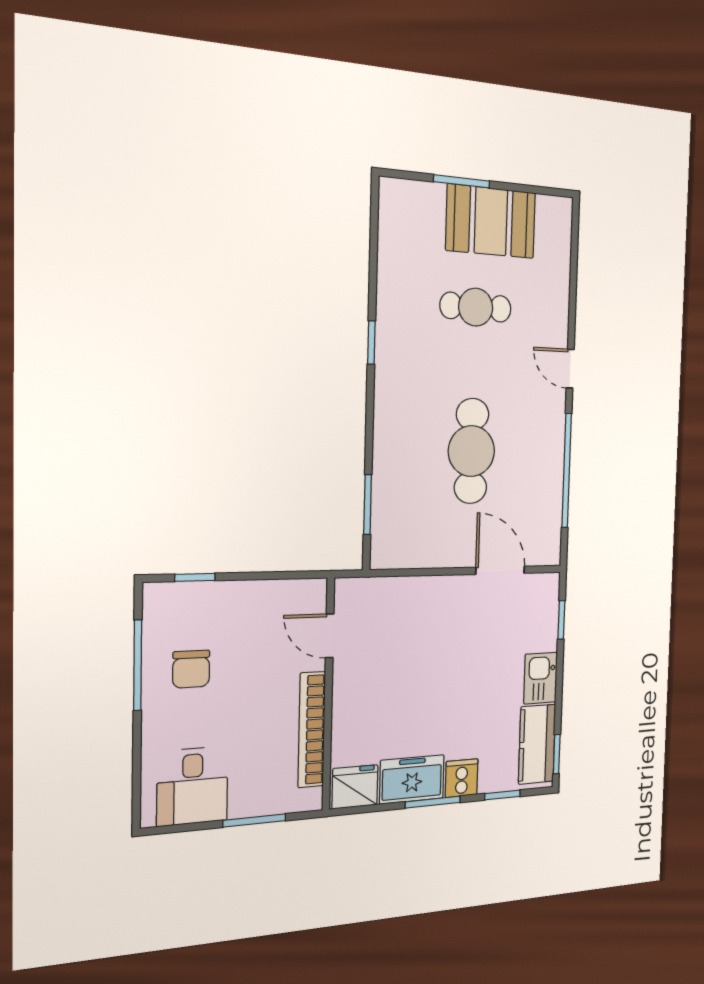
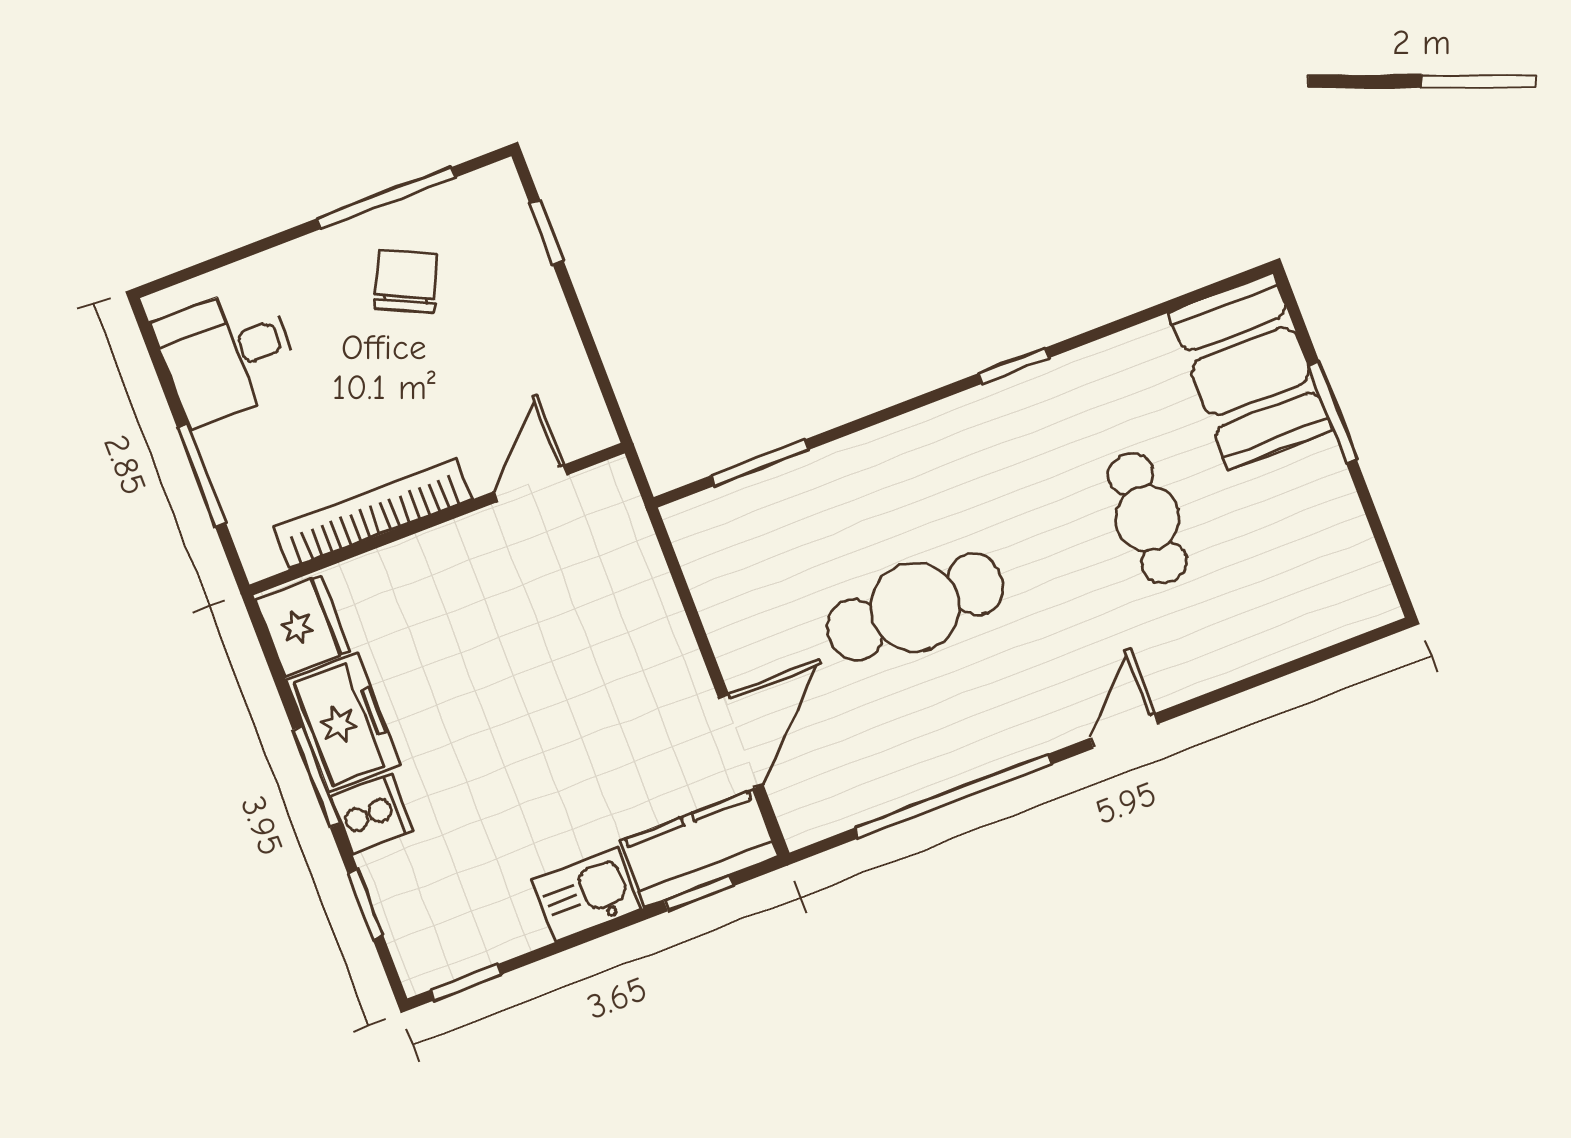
booth: (491, 221) -> (1250, 372), moved
chair: (191, 669) -> (406, 281), turned 115
kitchen counter: (537, 744) -> (699, 849), moved

